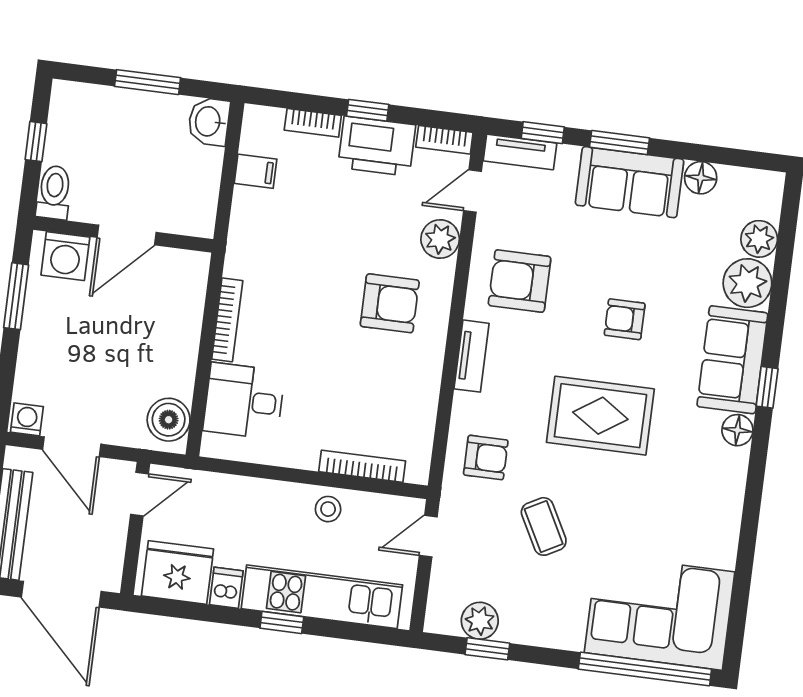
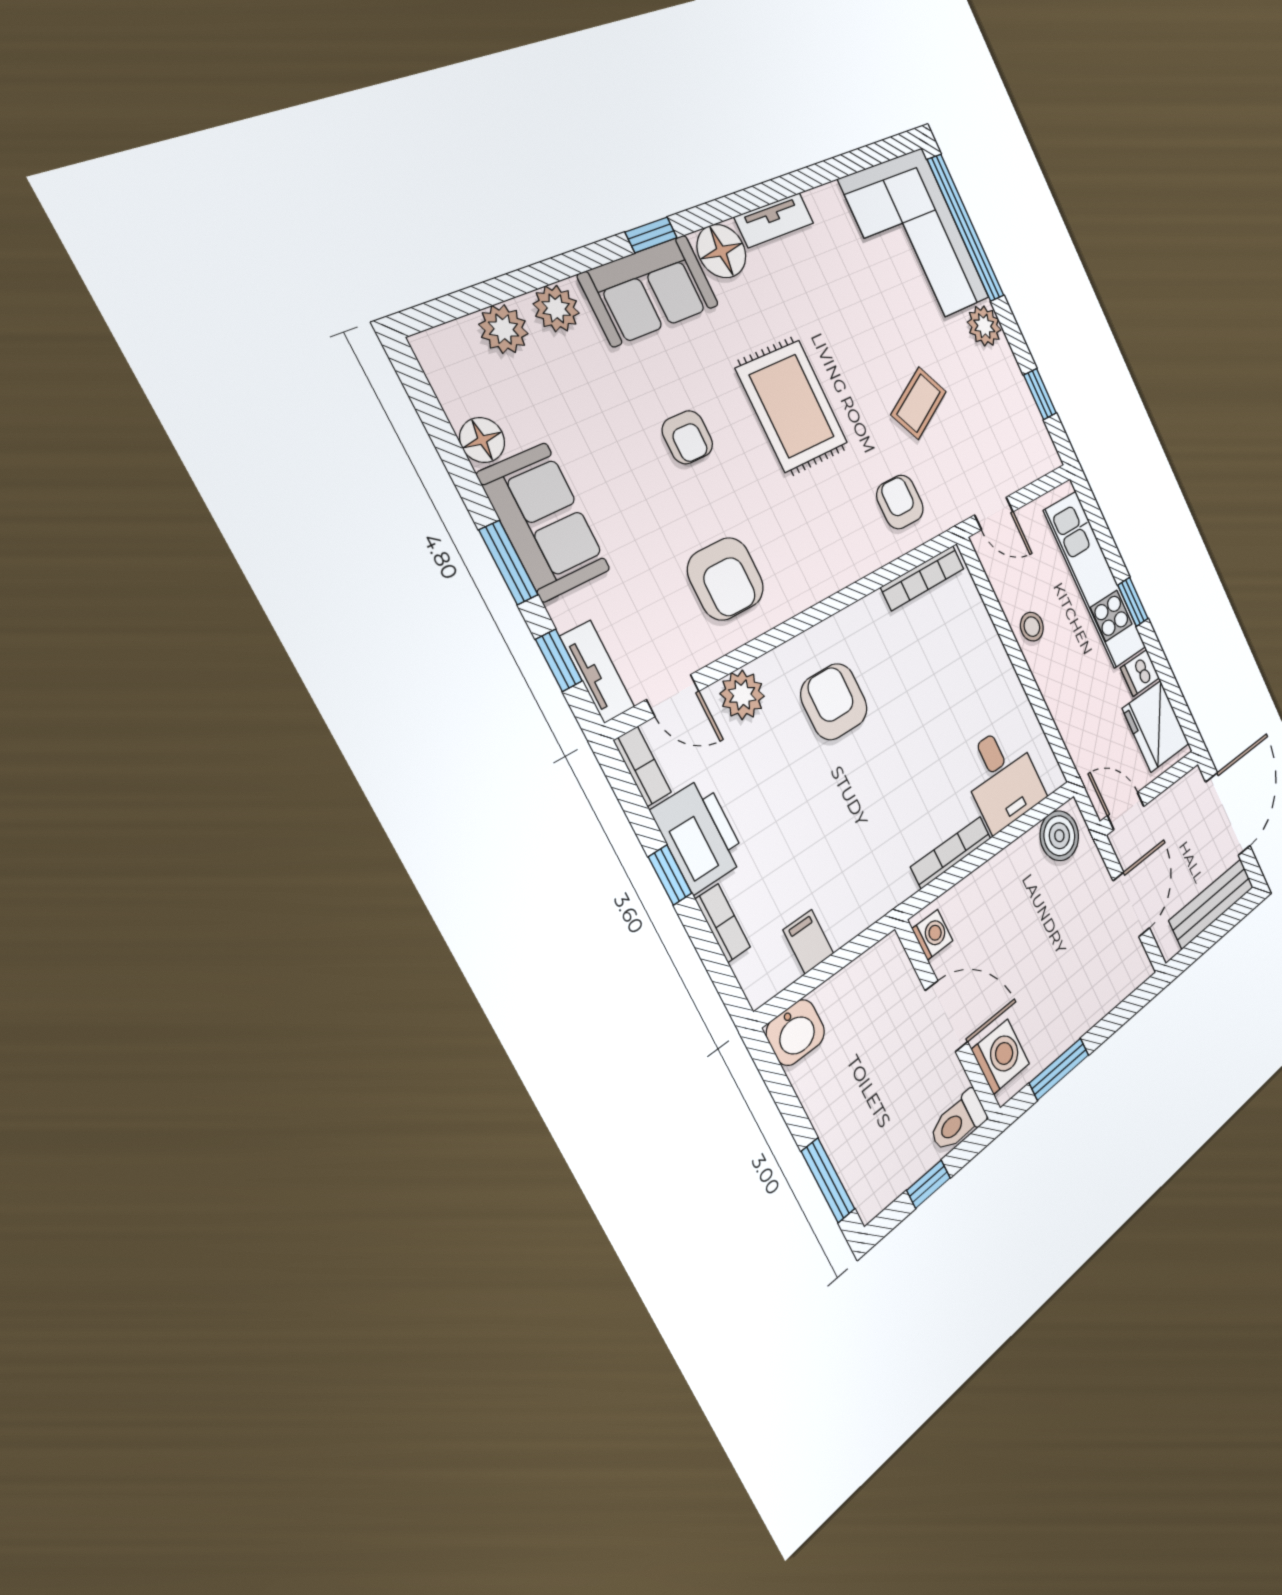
window: (148, 82) -> (828, 1180), moved
plant: (747, 283) -> (556, 308), width x0.73, depth x0.73
tv unit: (472, 356) -> (774, 220), moved, turned 180
washing machine: (27, 419) -> (932, 935), moved, turned 180
floor lamp: (737, 430) -> (721, 251), width x1.38, depth x1.38
bookcase: (362, 466) -> (923, 578), moved, turned -90
plant: (480, 621) -> (984, 326), moved

